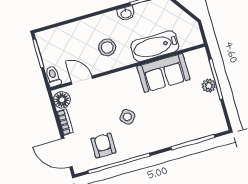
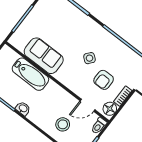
stool: (107, 47) -> (63, 124), moved
door: (82, 80) -> (87, 105), hinge flipped
plant: (209, 86) -> (30, 20), removed
armchair: (103, 146) -> (104, 80), moved

